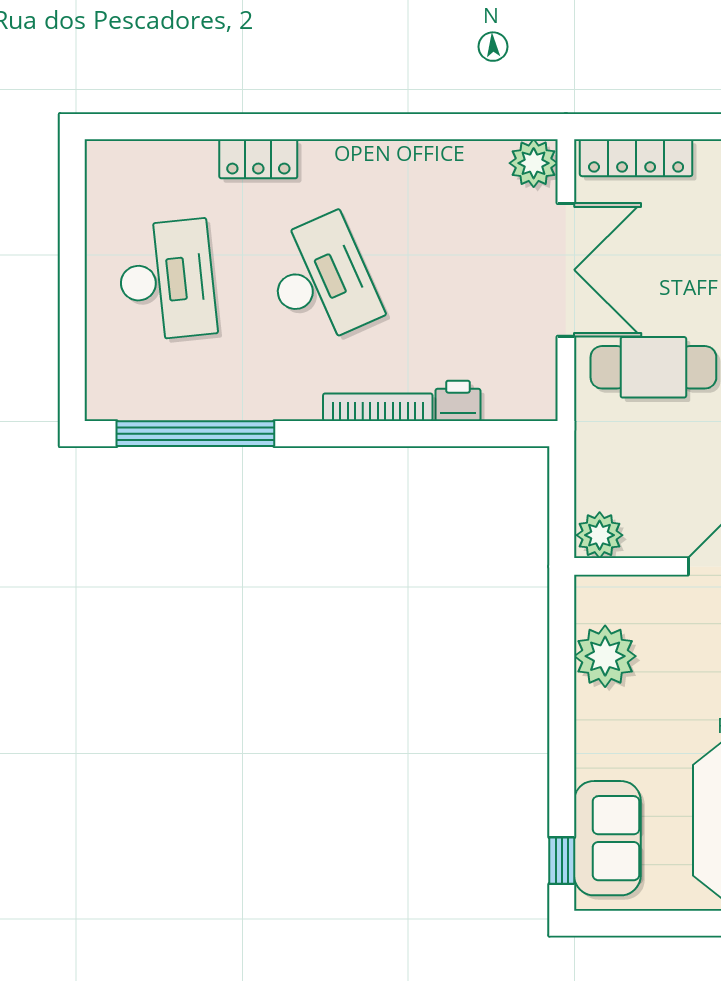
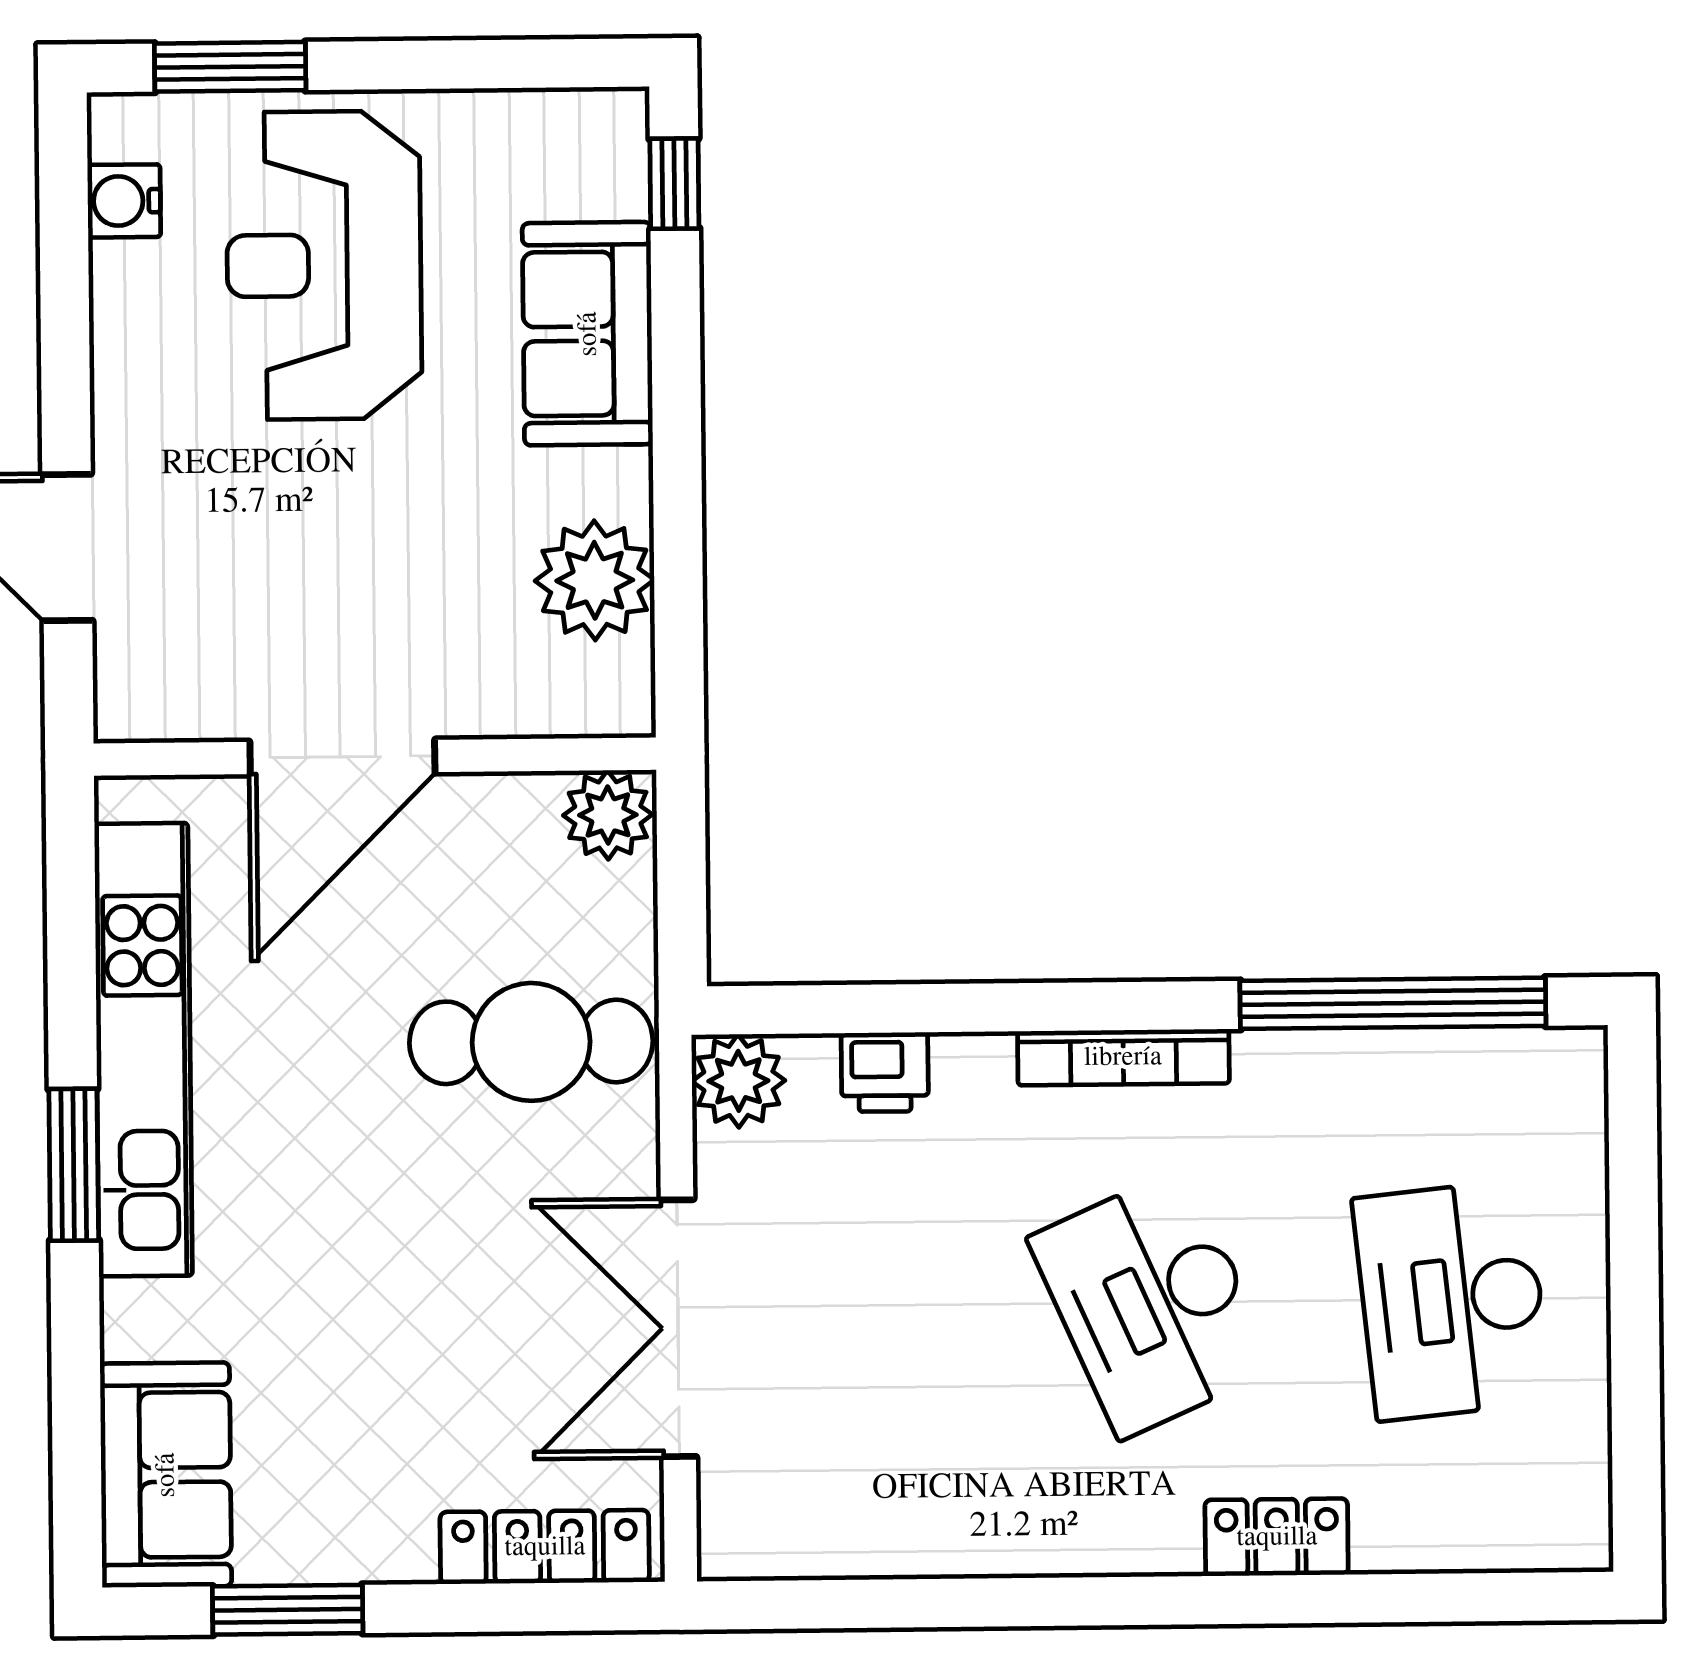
plant: (534, 163) -> (738, 1081), moved
cafe table: (653, 367) -> (531, 1042), moved
bookcase: (378, 407) -> (1123, 1057), moved
sofa: (607, 838) -> (588, 334), moved

